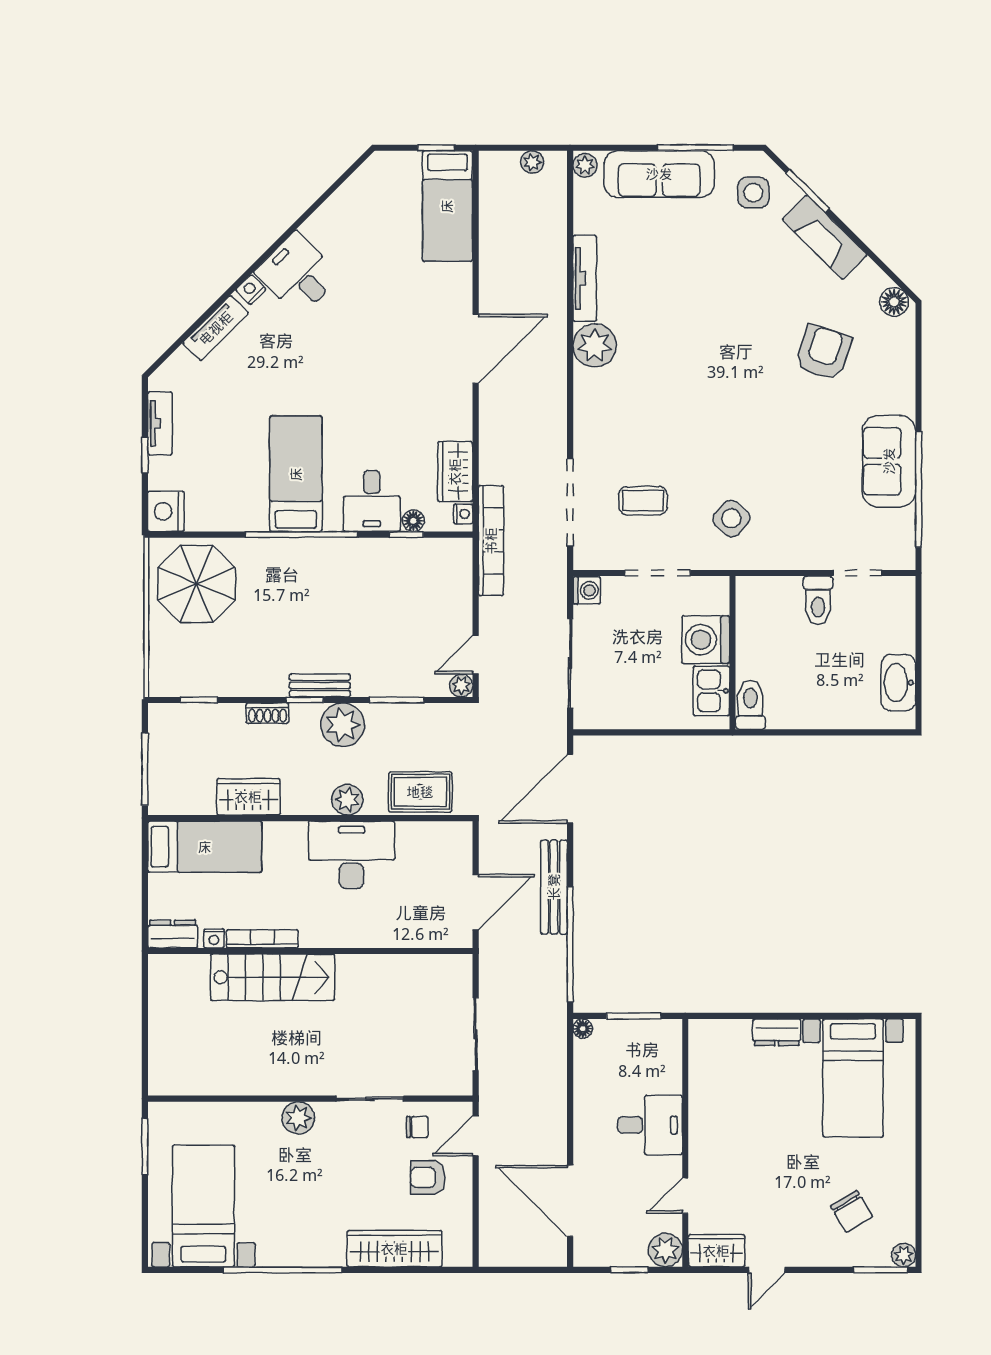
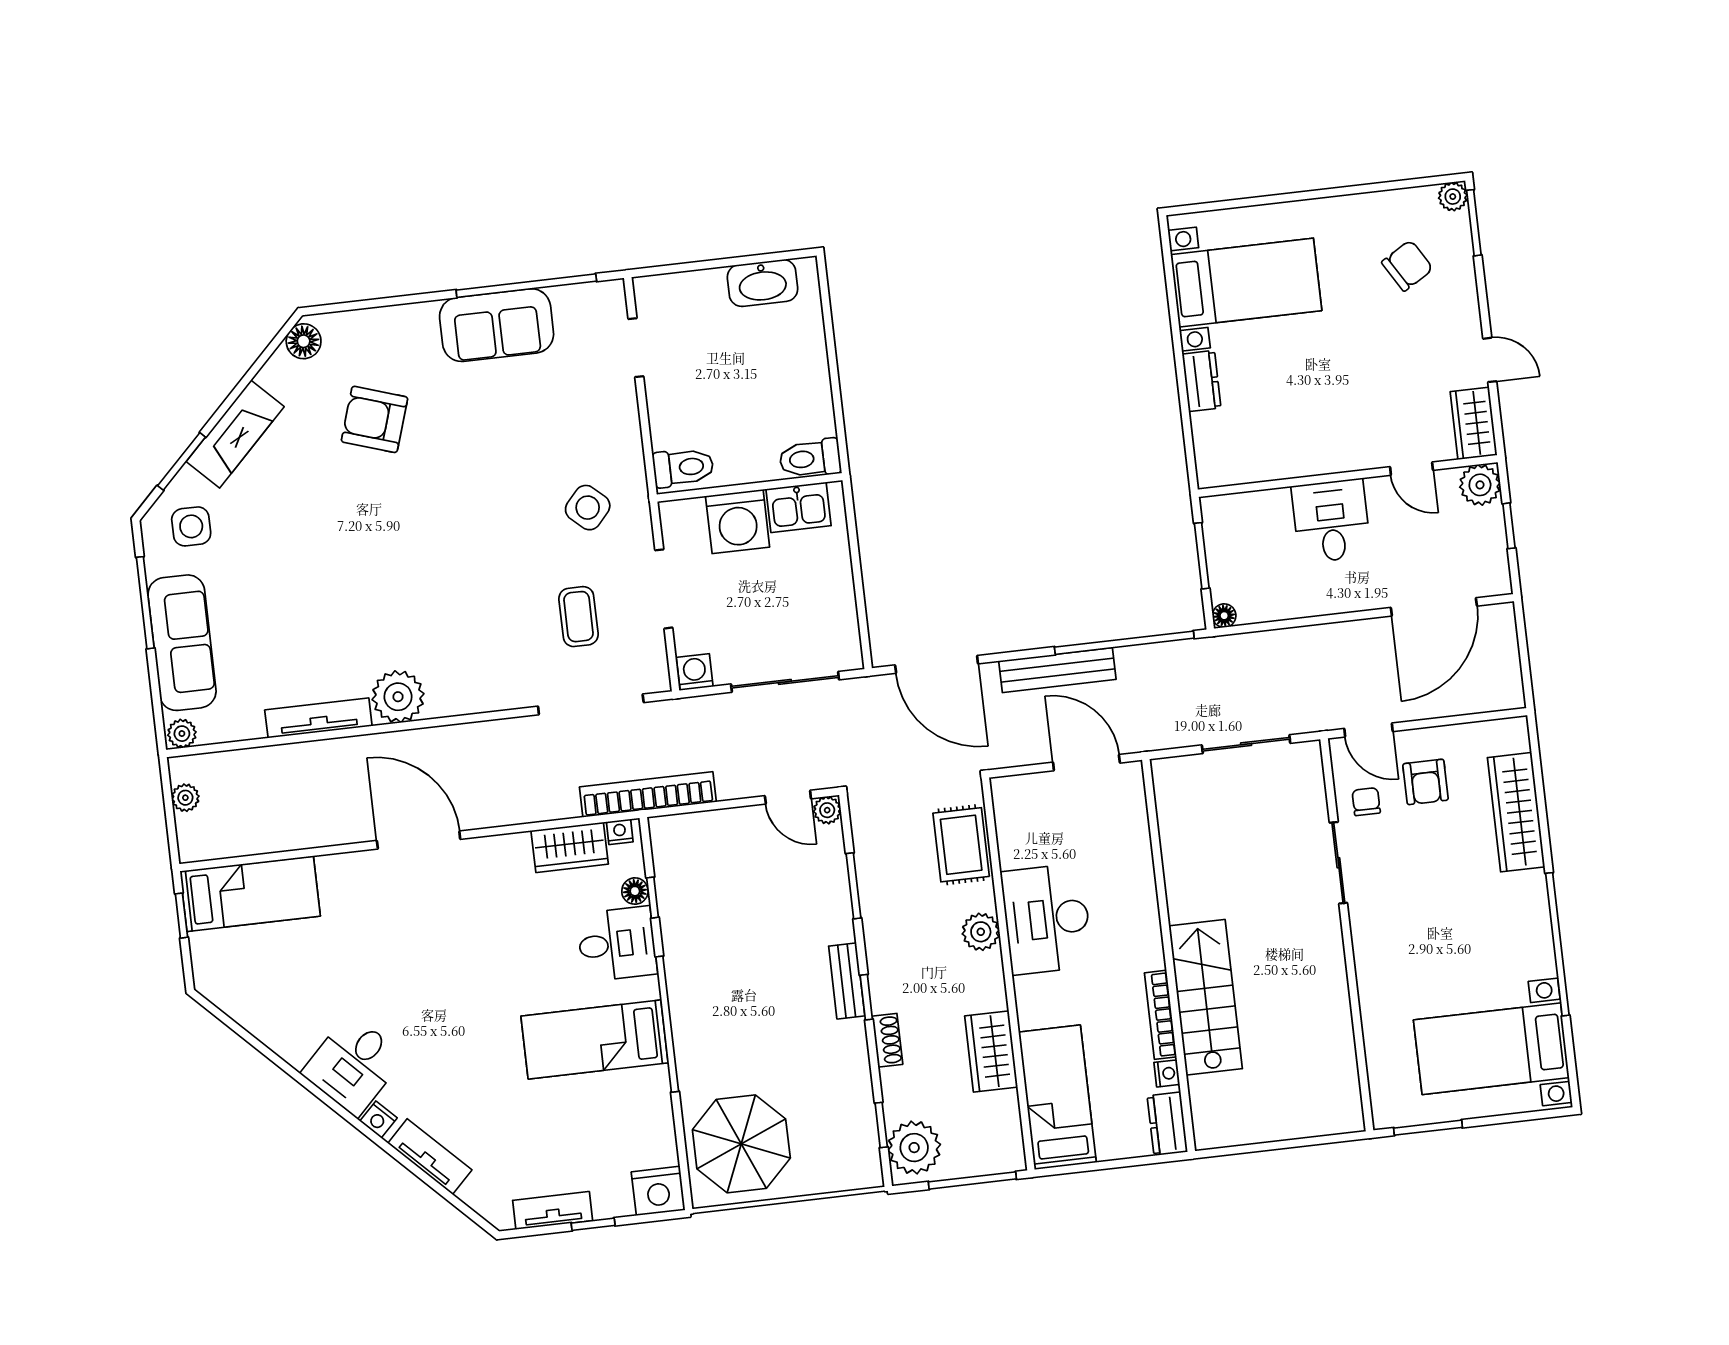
toilet: (818, 600) -> (683, 467), moved
plant: (343, 725) -> (914, 1148), moved
plant: (298, 1118) -> (1372, 946), removed

